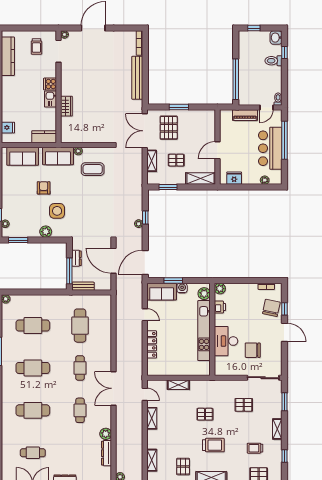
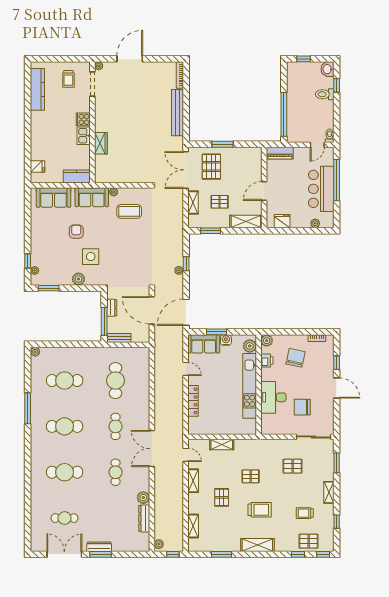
piano: (245, 115) -> (280, 153), moved
chair: (271, 308) -> (296, 358), moved
pallet: (183, 467) -> (222, 497), moved

